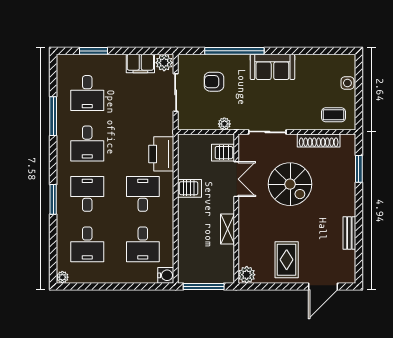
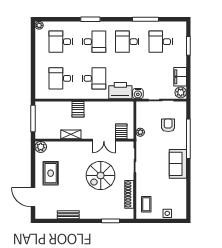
server rack: (190, 188) -> (78, 109), moved
rug: (287, 260) -> (51, 173), turned 90
water cooler: (166, 275) -> (138, 94), moved

